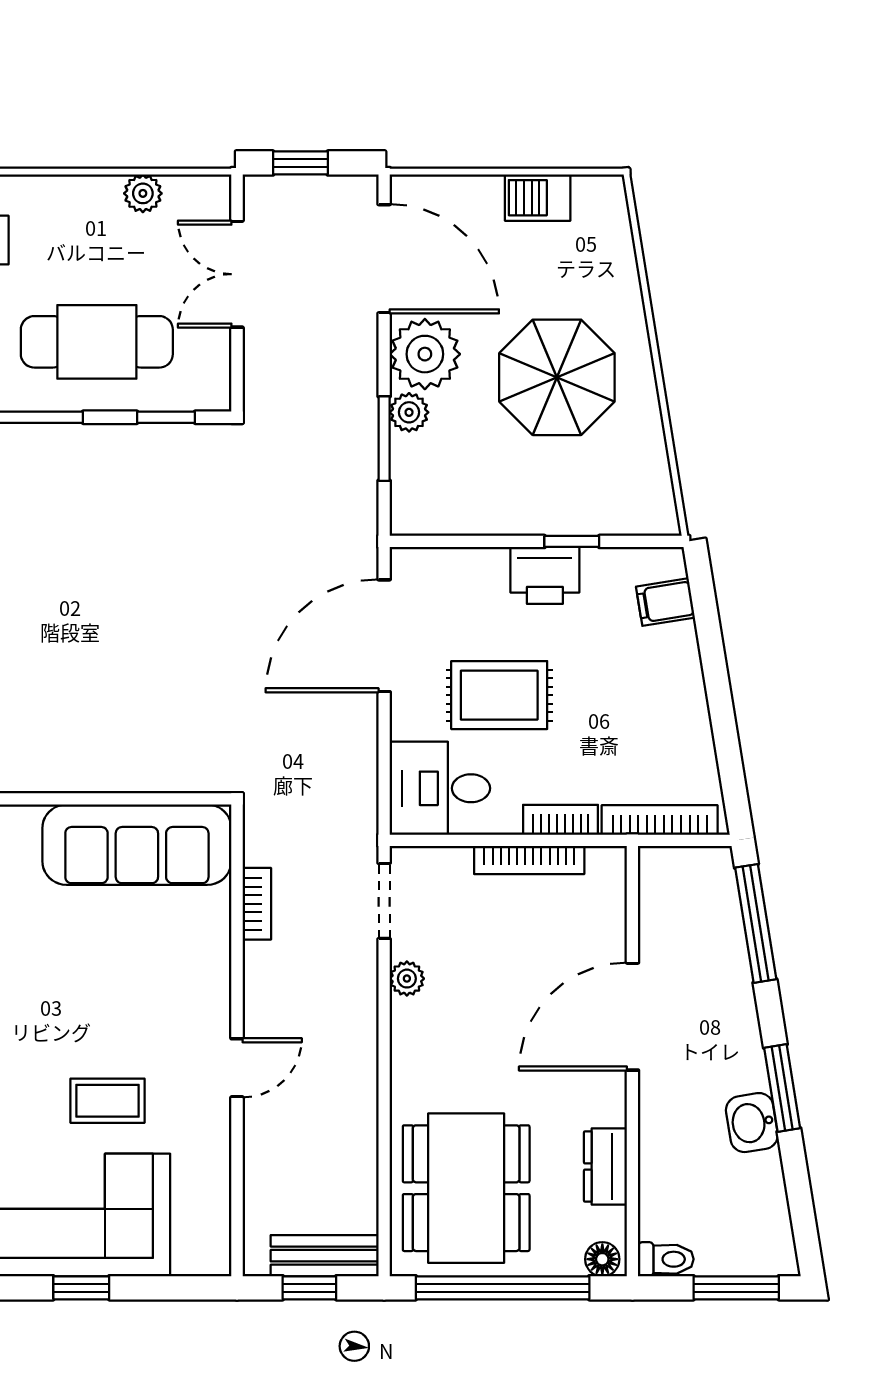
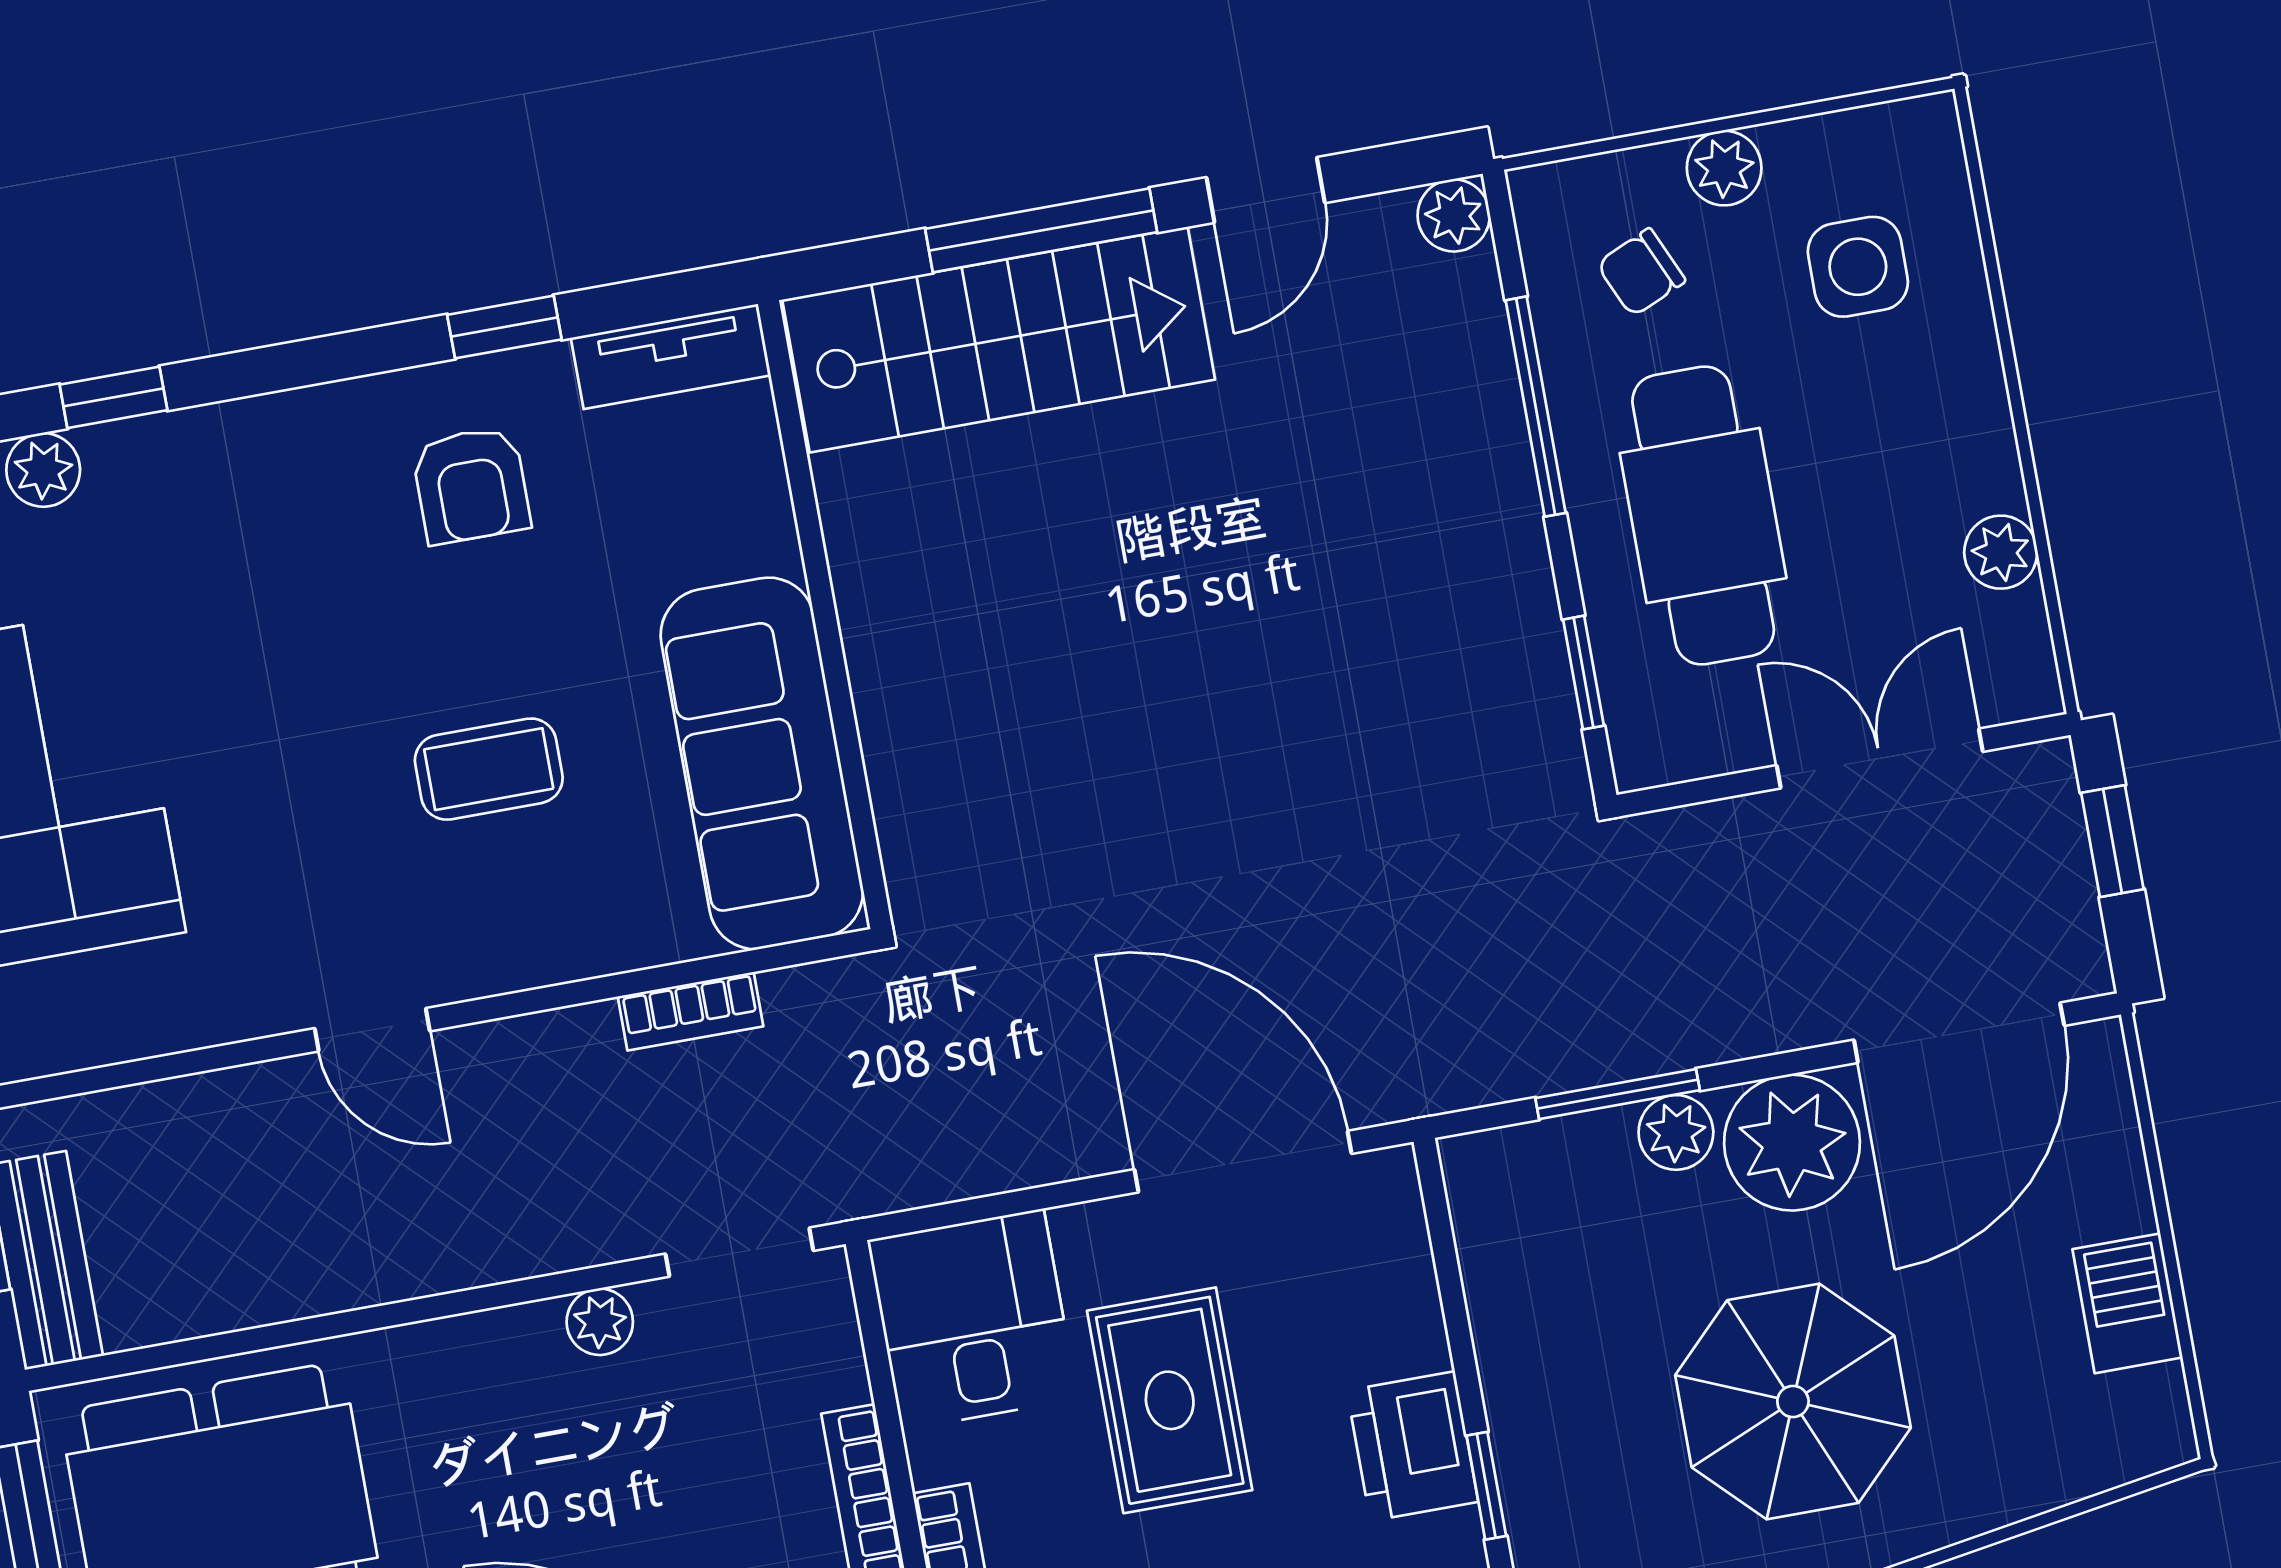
coffee table: (108, 1101) -> (489, 769), moved, turned 90

